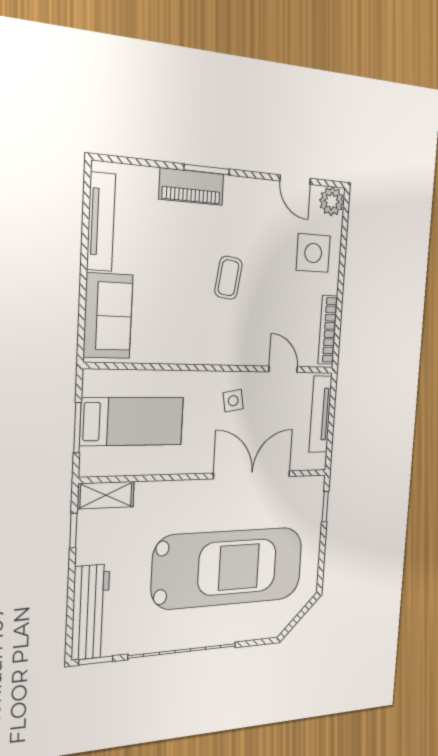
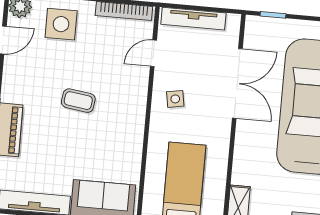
double door: (252, 475) -> (237, 83), swing flipped

